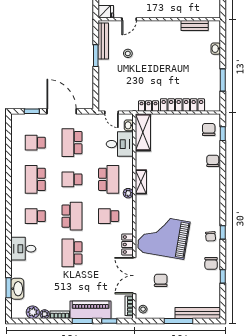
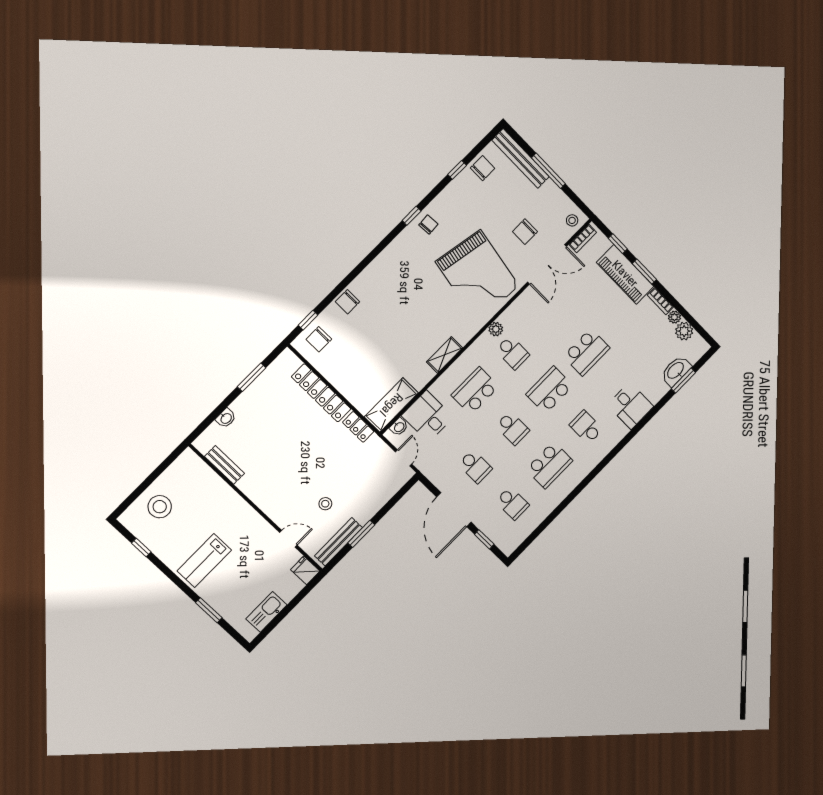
school desk: (72, 143) -> (475, 466), width x0.54
plant: (128, 193) -> (496, 329), moved
school desk: (35, 216) -> (586, 427), turned 180
locker: (127, 245) -> (522, 304), removed
chair: (211, 263) -> (483, 168), moved

